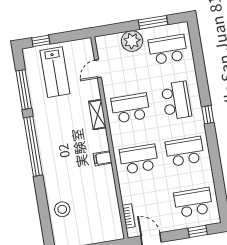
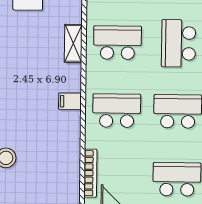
school desk: (176, 100) -> (179, 43), turned 180
bookcase: (129, 216) -> (90, 173), width x1.56

